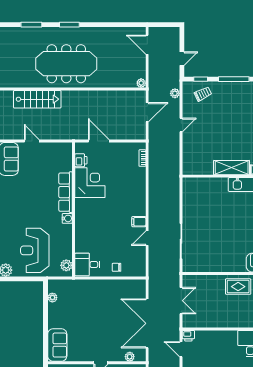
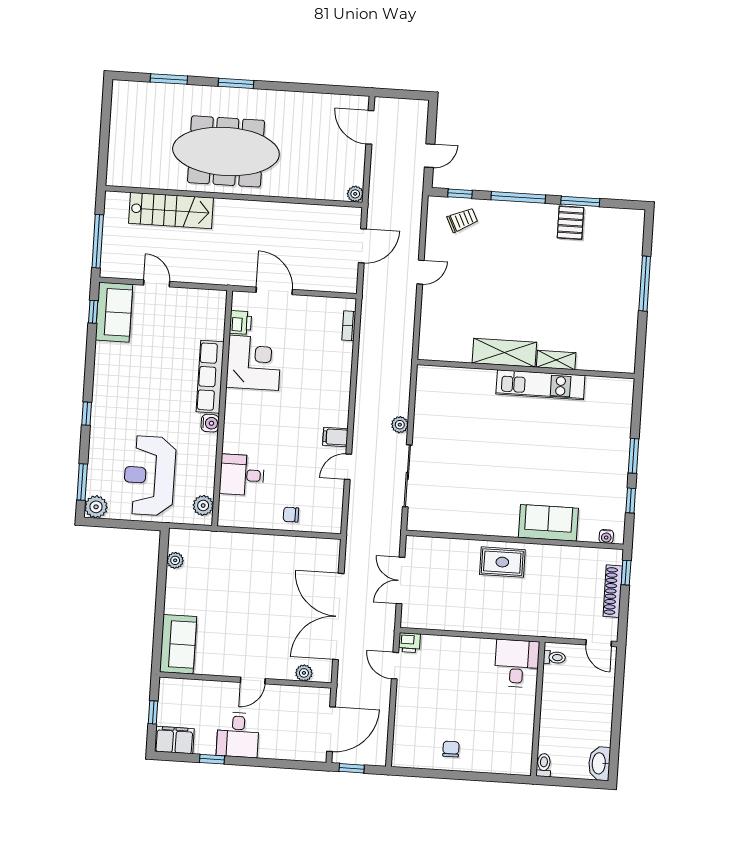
plant: (175, 93) -> (400, 425), moved
desk: (87, 264) -> (242, 475), moved
double door: (181, 301) -> (401, 580), swing flipped

